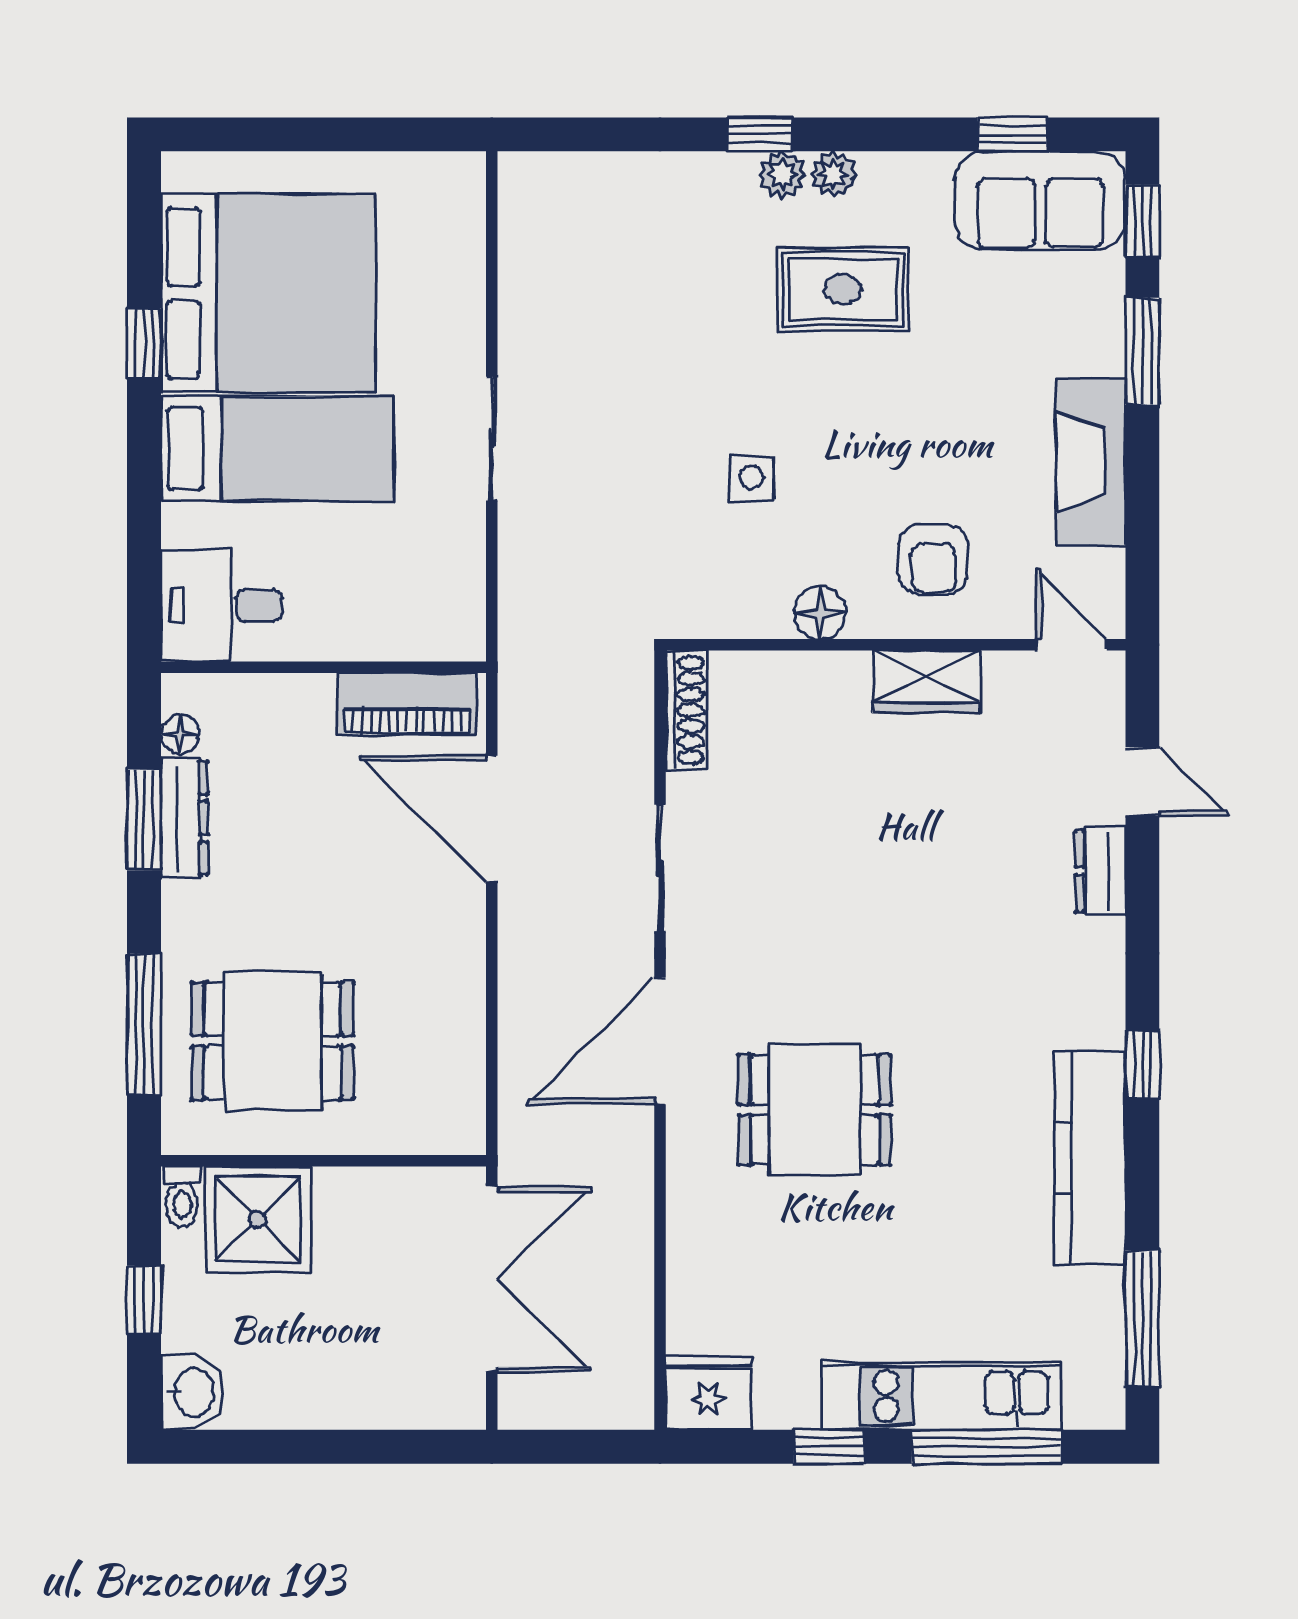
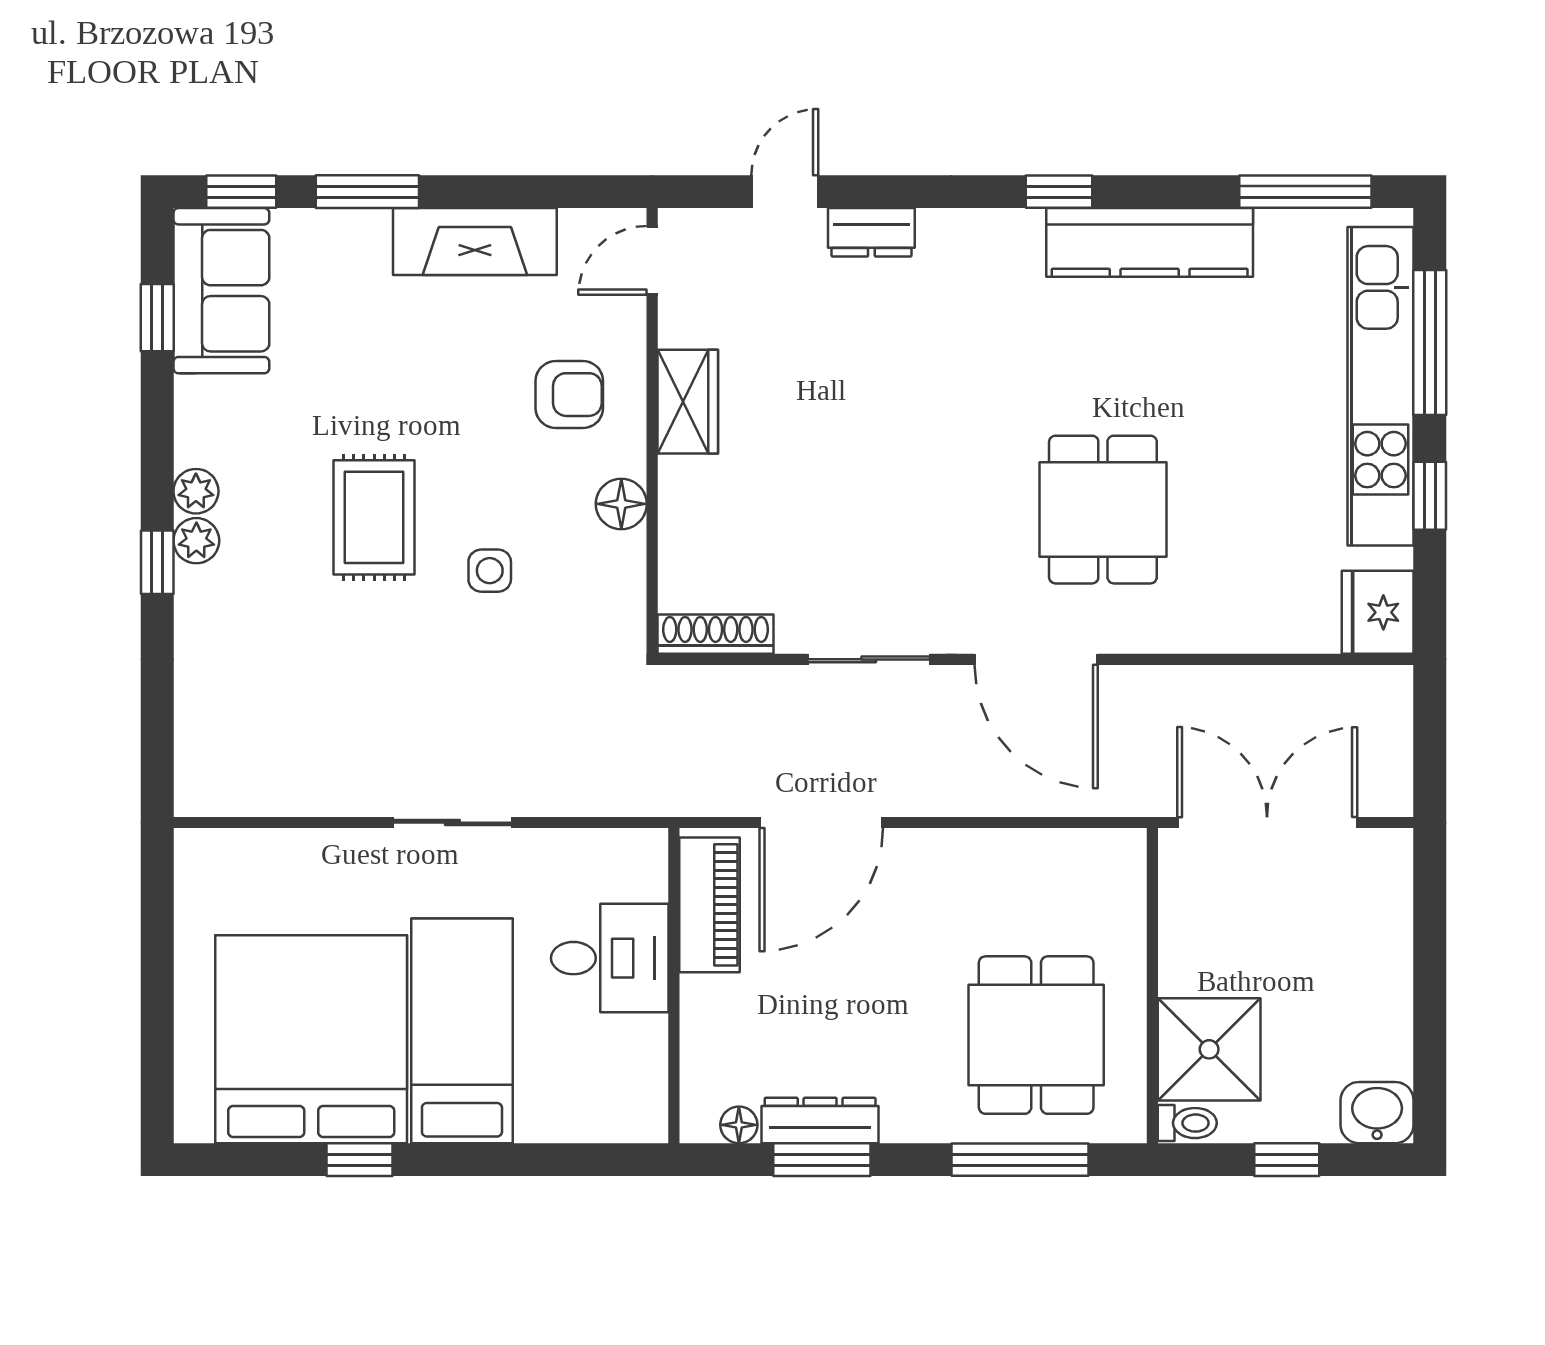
rug: (843, 289) -> (374, 517), moved
desk: (221, 605) -> (610, 958), moved, turned -90
kitchen unit: (942, 1396) -> (1380, 386), width x1.36

